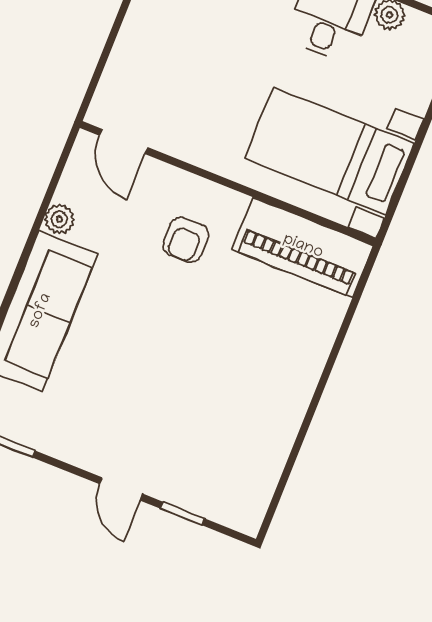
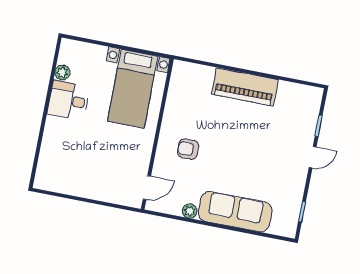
armchair: (186, 240) -> (188, 149), turned 180
piano: (303, 247) -> (245, 87), moved, turned 90

